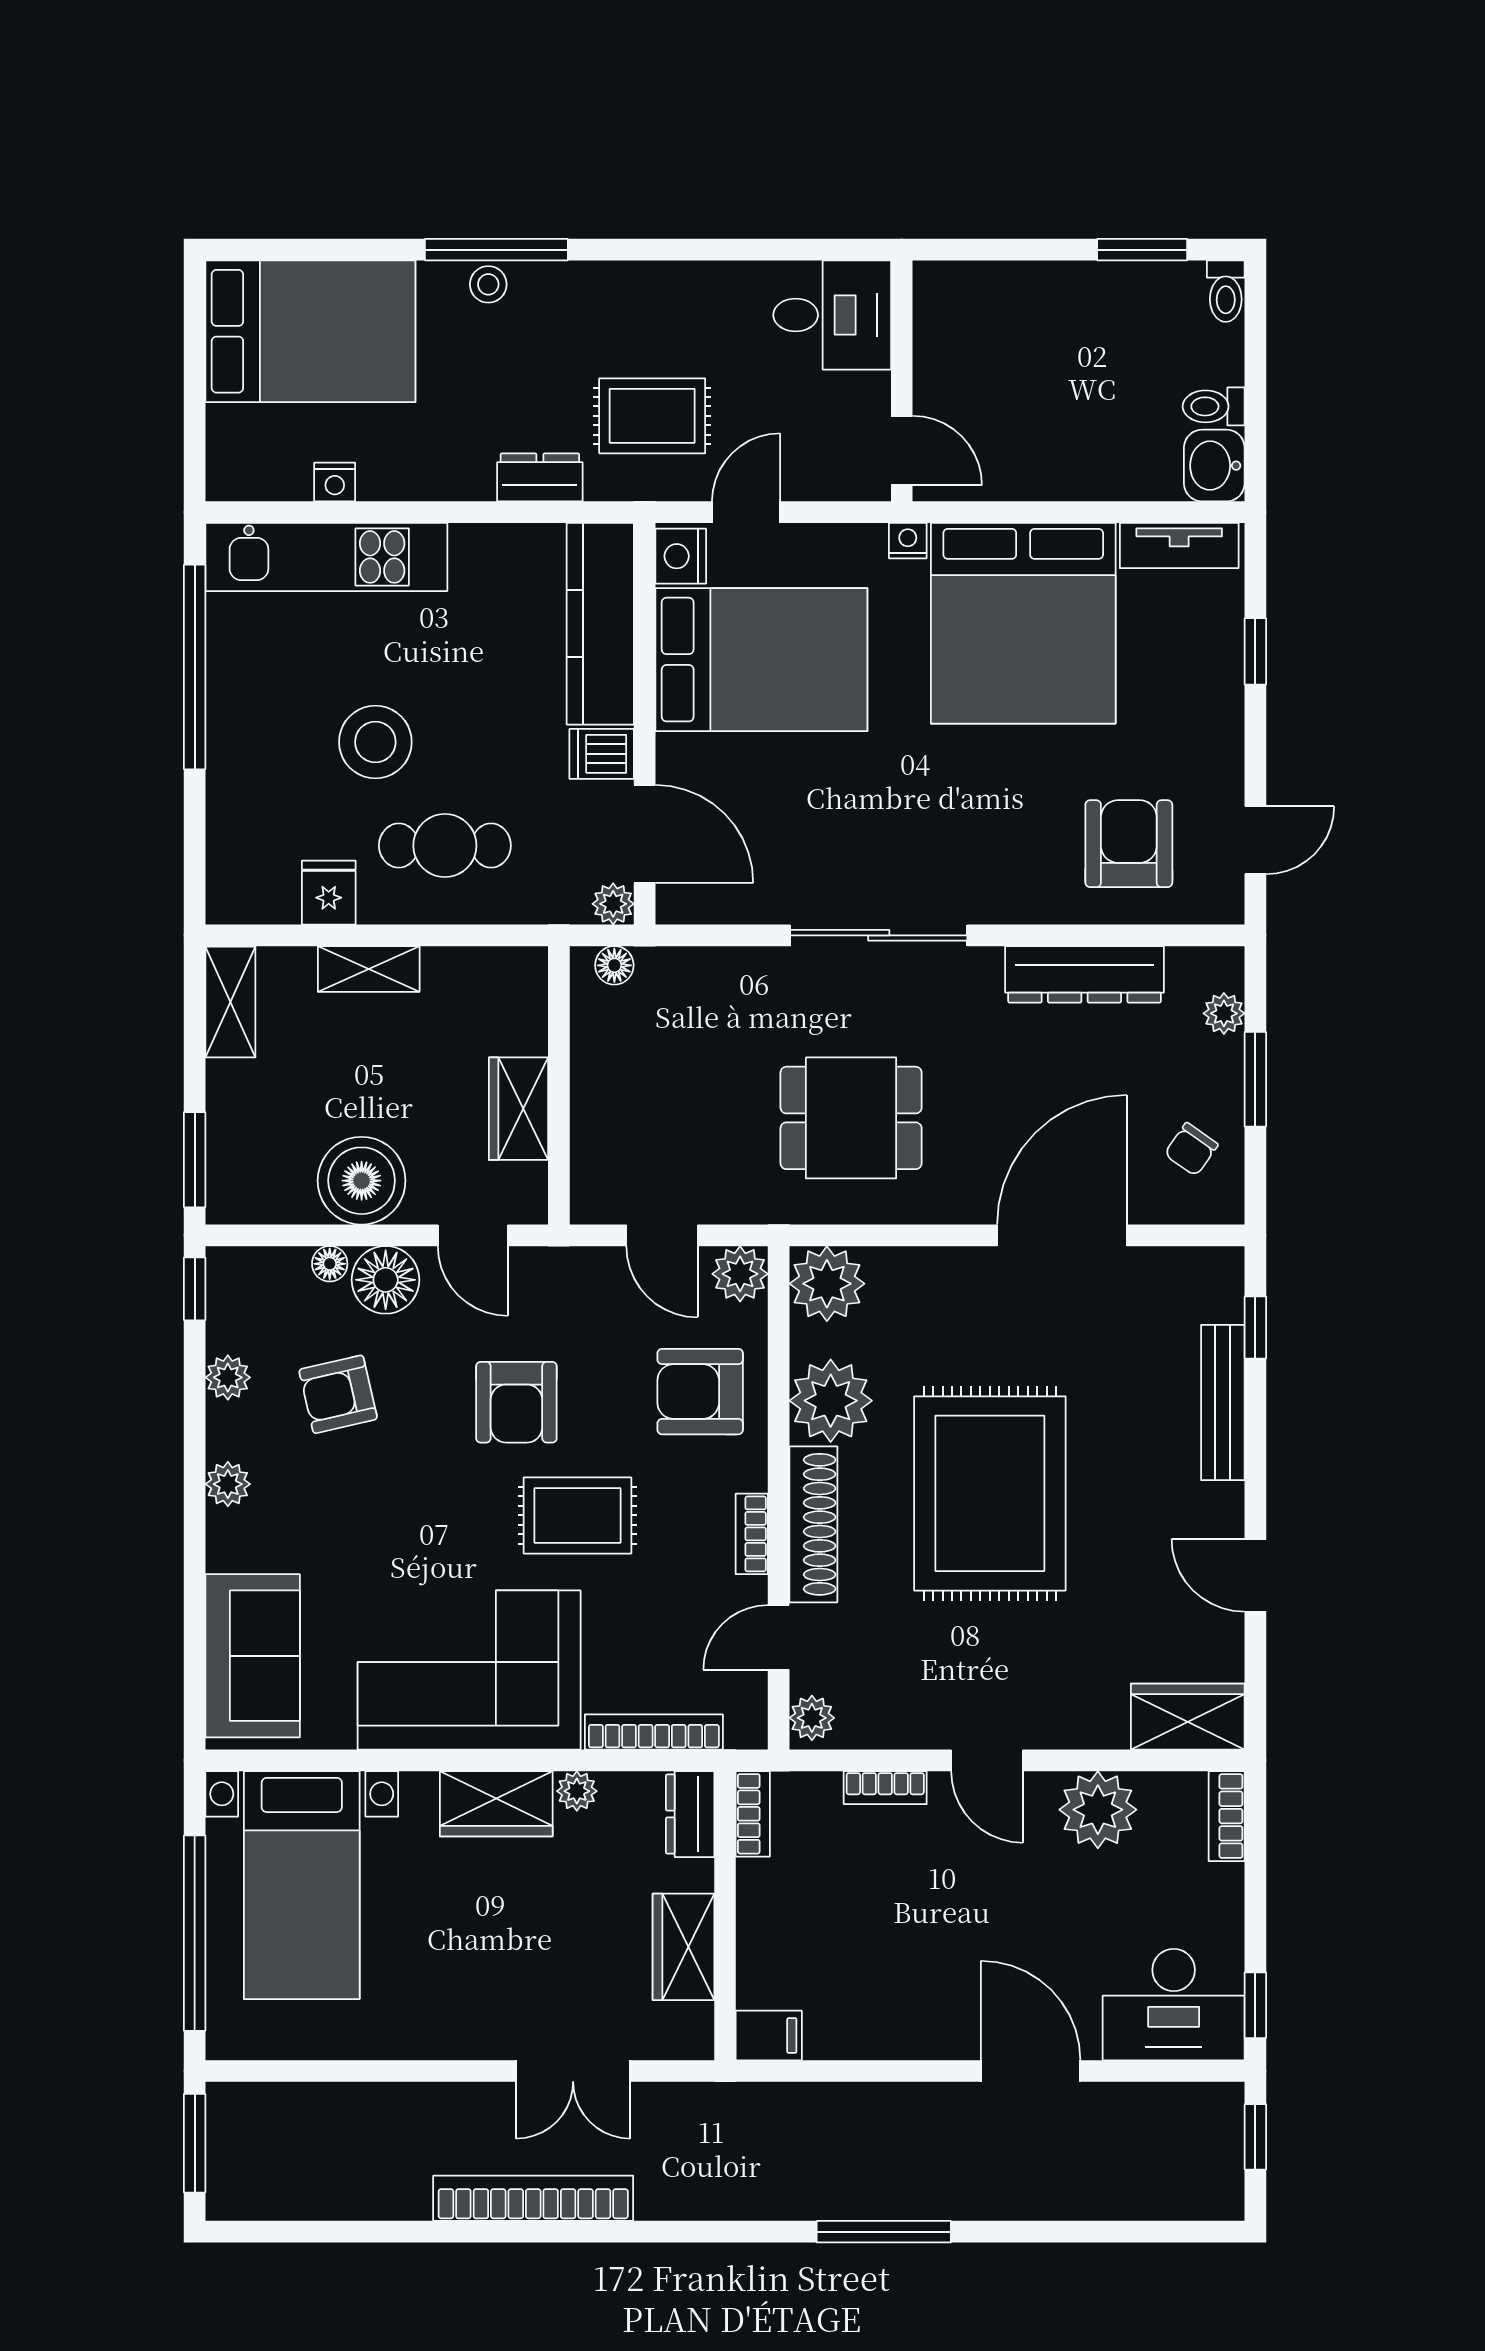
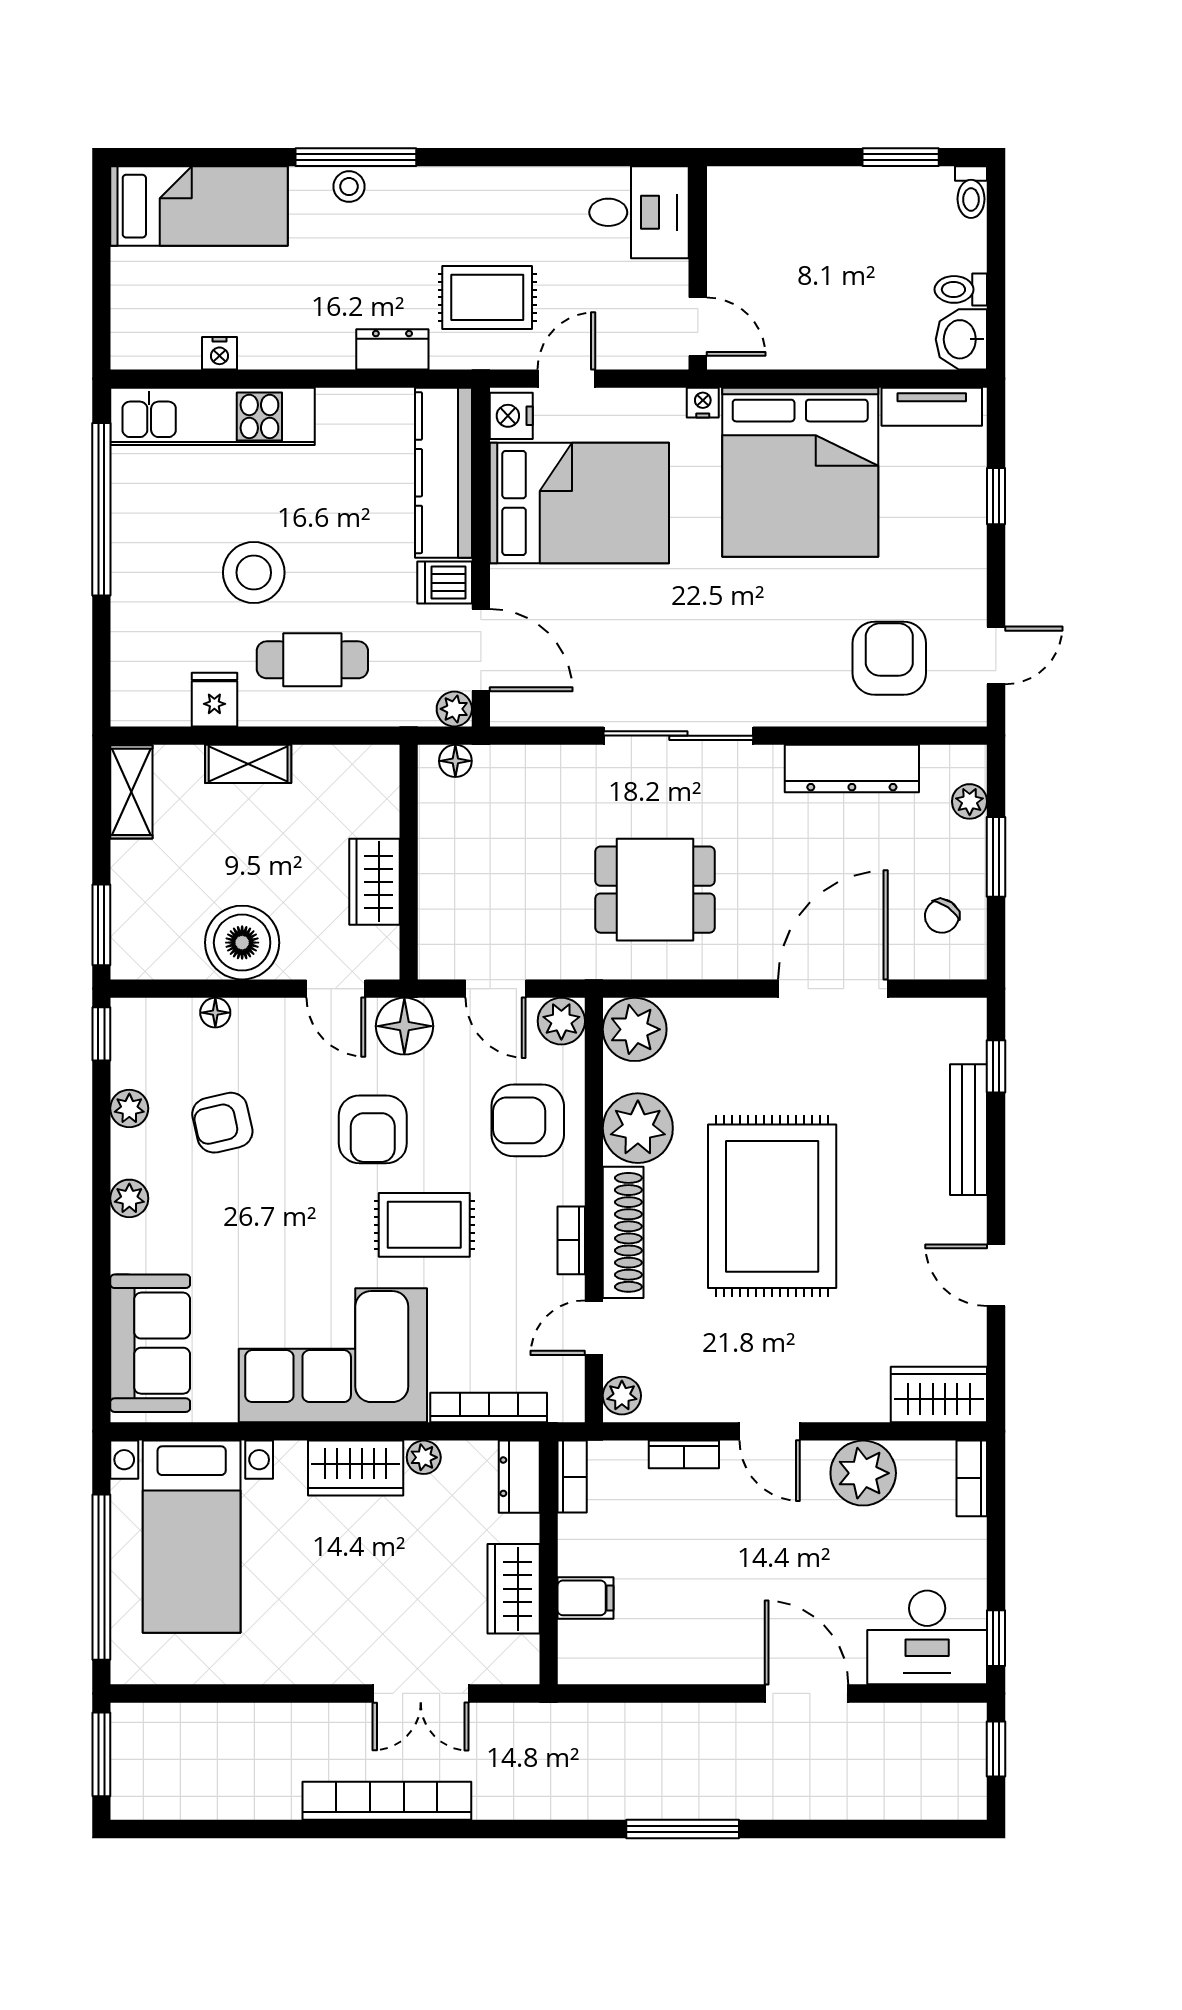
bed: (310, 331) -> (199, 206), width x0.67
floor lamp: (386, 1280) -> (404, 1026), moved
filing cabinet: (769, 2036) -> (586, 1598), moved

